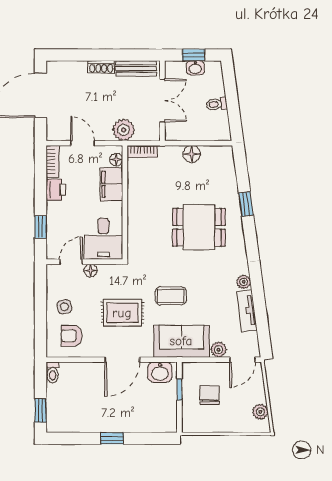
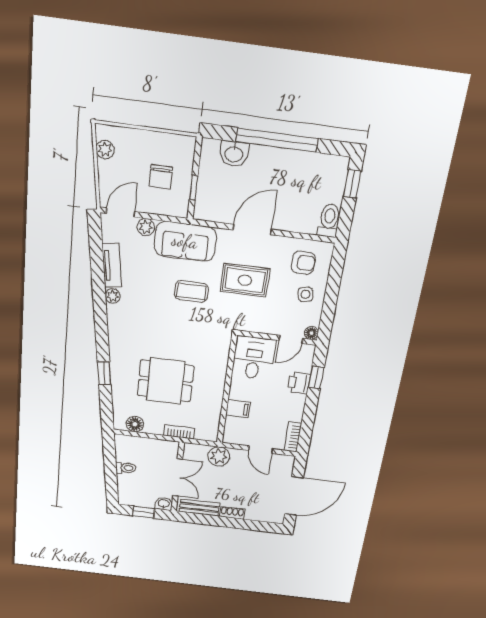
washbasin: (195, 68) -> (164, 504), moved
double door: (162, 100) -> (178, 477), swing flipped
bookcase: (142, 151) -> (179, 432), moved
floor lamp: (192, 154) -> (135, 424), moved
floor lamp: (116, 160) -> (230, 431), removed
filing cabinet: (111, 184) -> (238, 409), width x0.50
printer: (56, 190) -> (299, 383), moved
dining table: (199, 227) -> (166, 381), moved
floor lamp: (91, 271) -> (311, 333), moved
toilet: (53, 372) -> (329, 220), width x1.37, depth x1.39
washbasin: (160, 372) -> (234, 154), moved, turned 180
window: (112, 438) -> (277, 140), width x3.17

